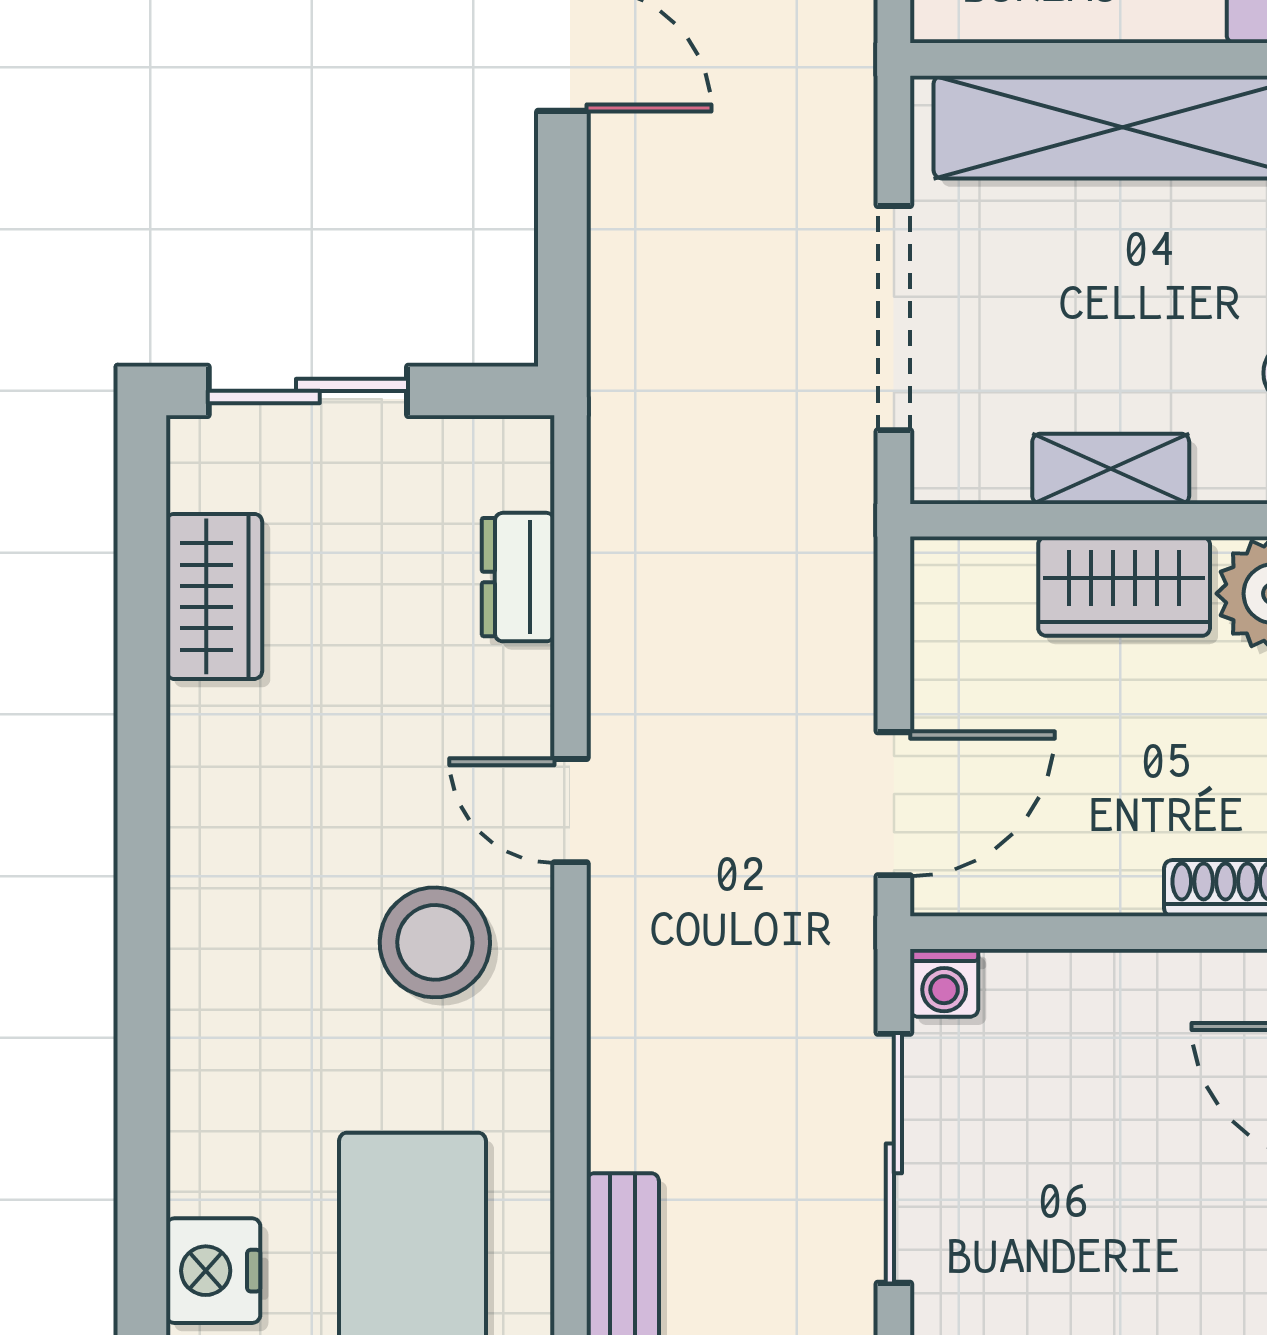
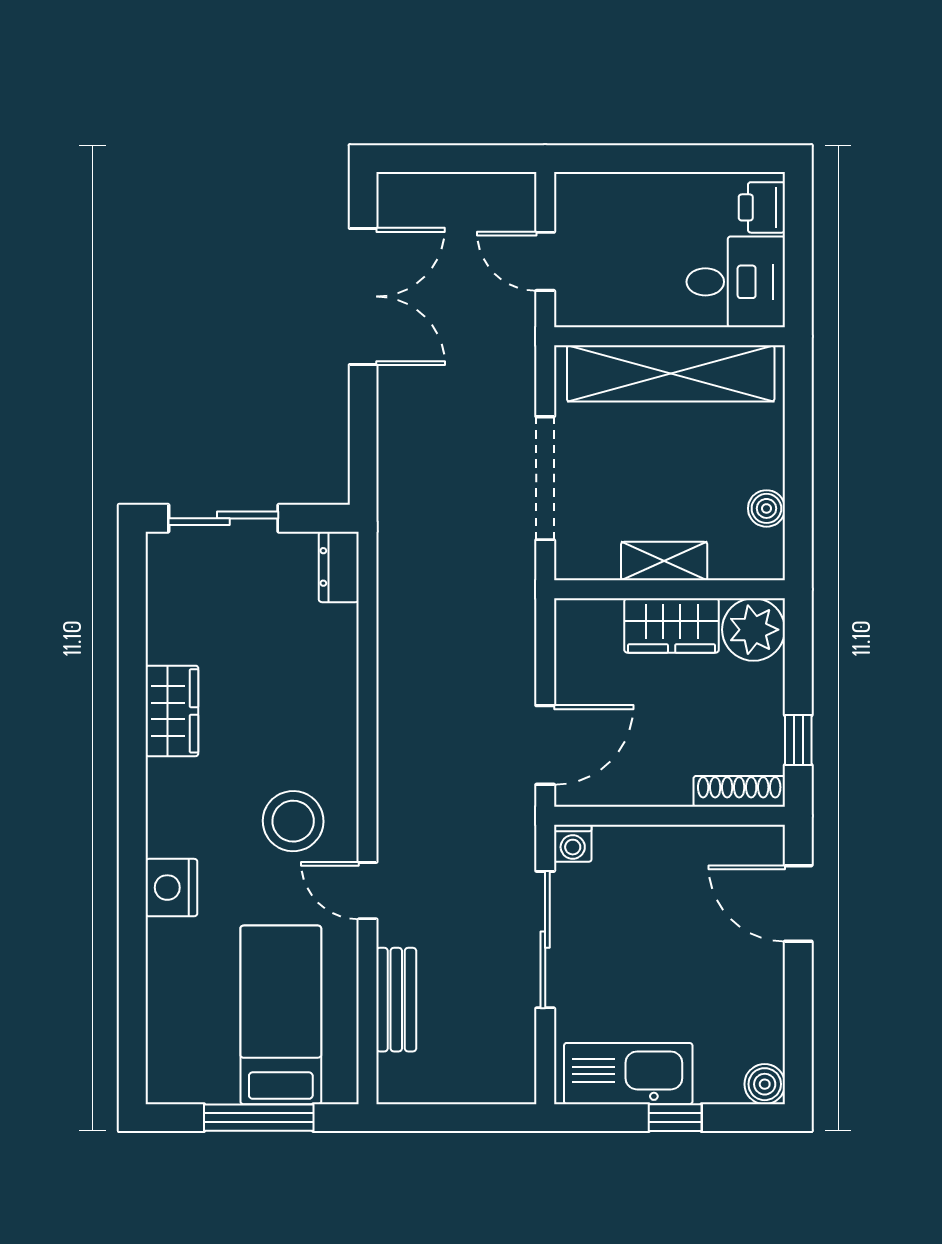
dresser: (518, 577) -> (339, 567), moved
wardrobe: (214, 596) -> (172, 711), moved
door: (570, 811) -> (368, 891), moved
nightstand: (213, 1271) -> (171, 888), moved

